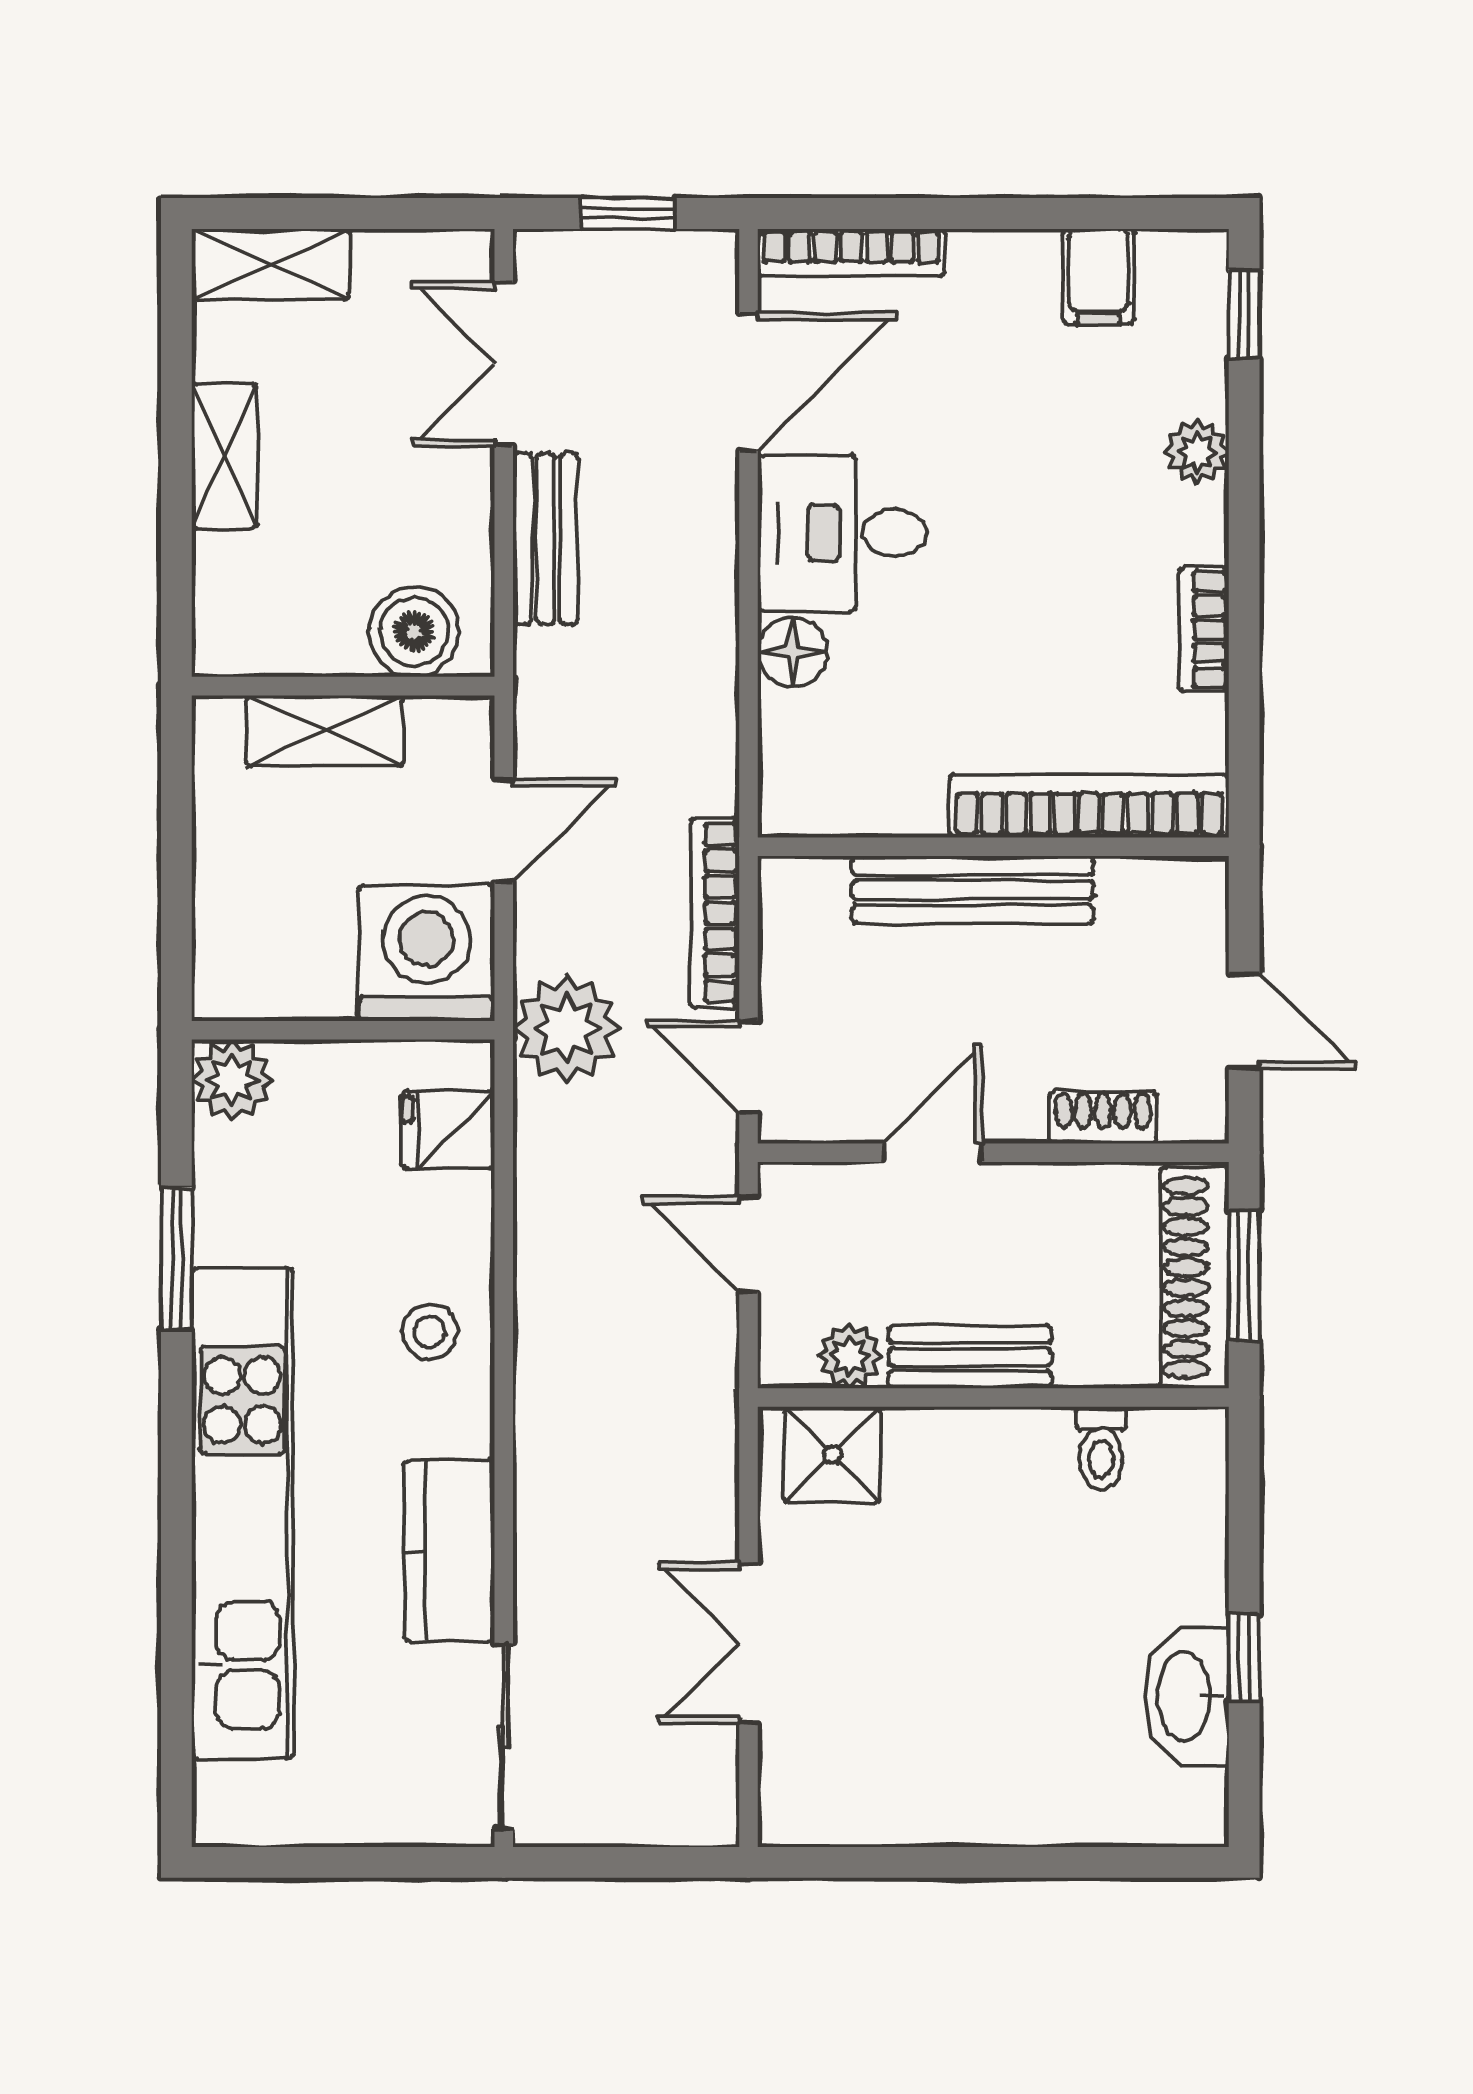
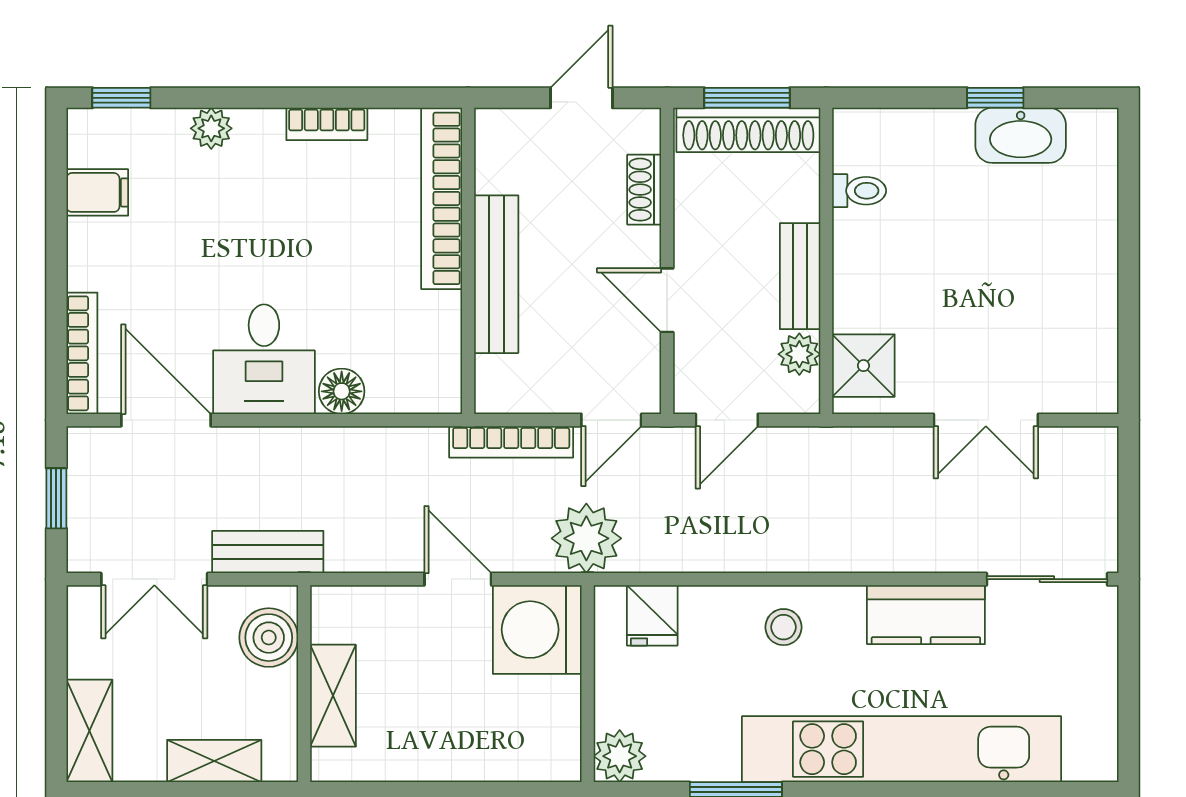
boiler: (414, 632) -> (269, 638), moved
wall: (343, 686) -> (304, 684), moved
shelving: (325, 731) -> (333, 696), moved

